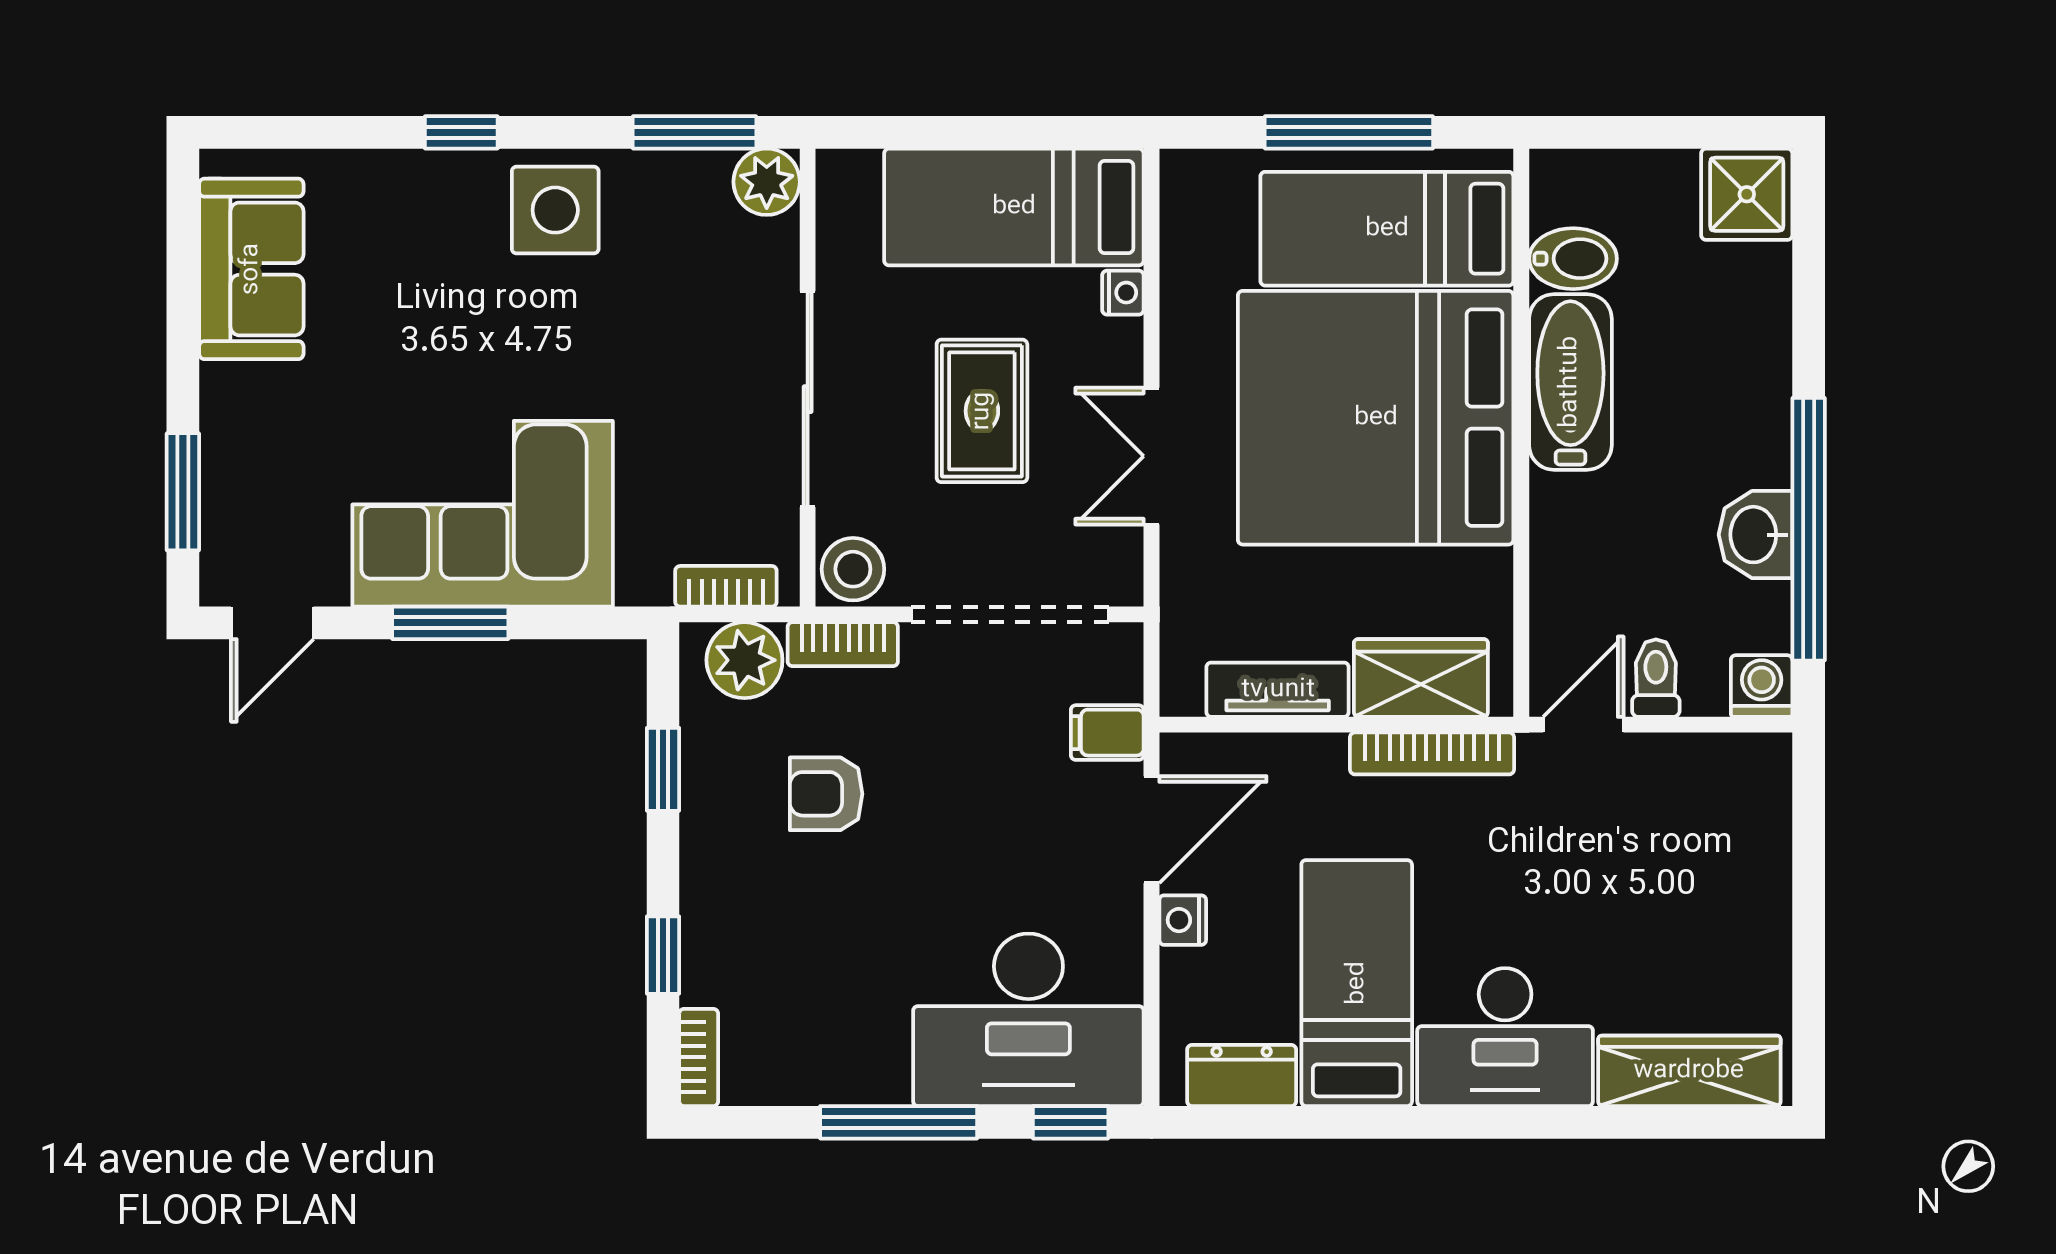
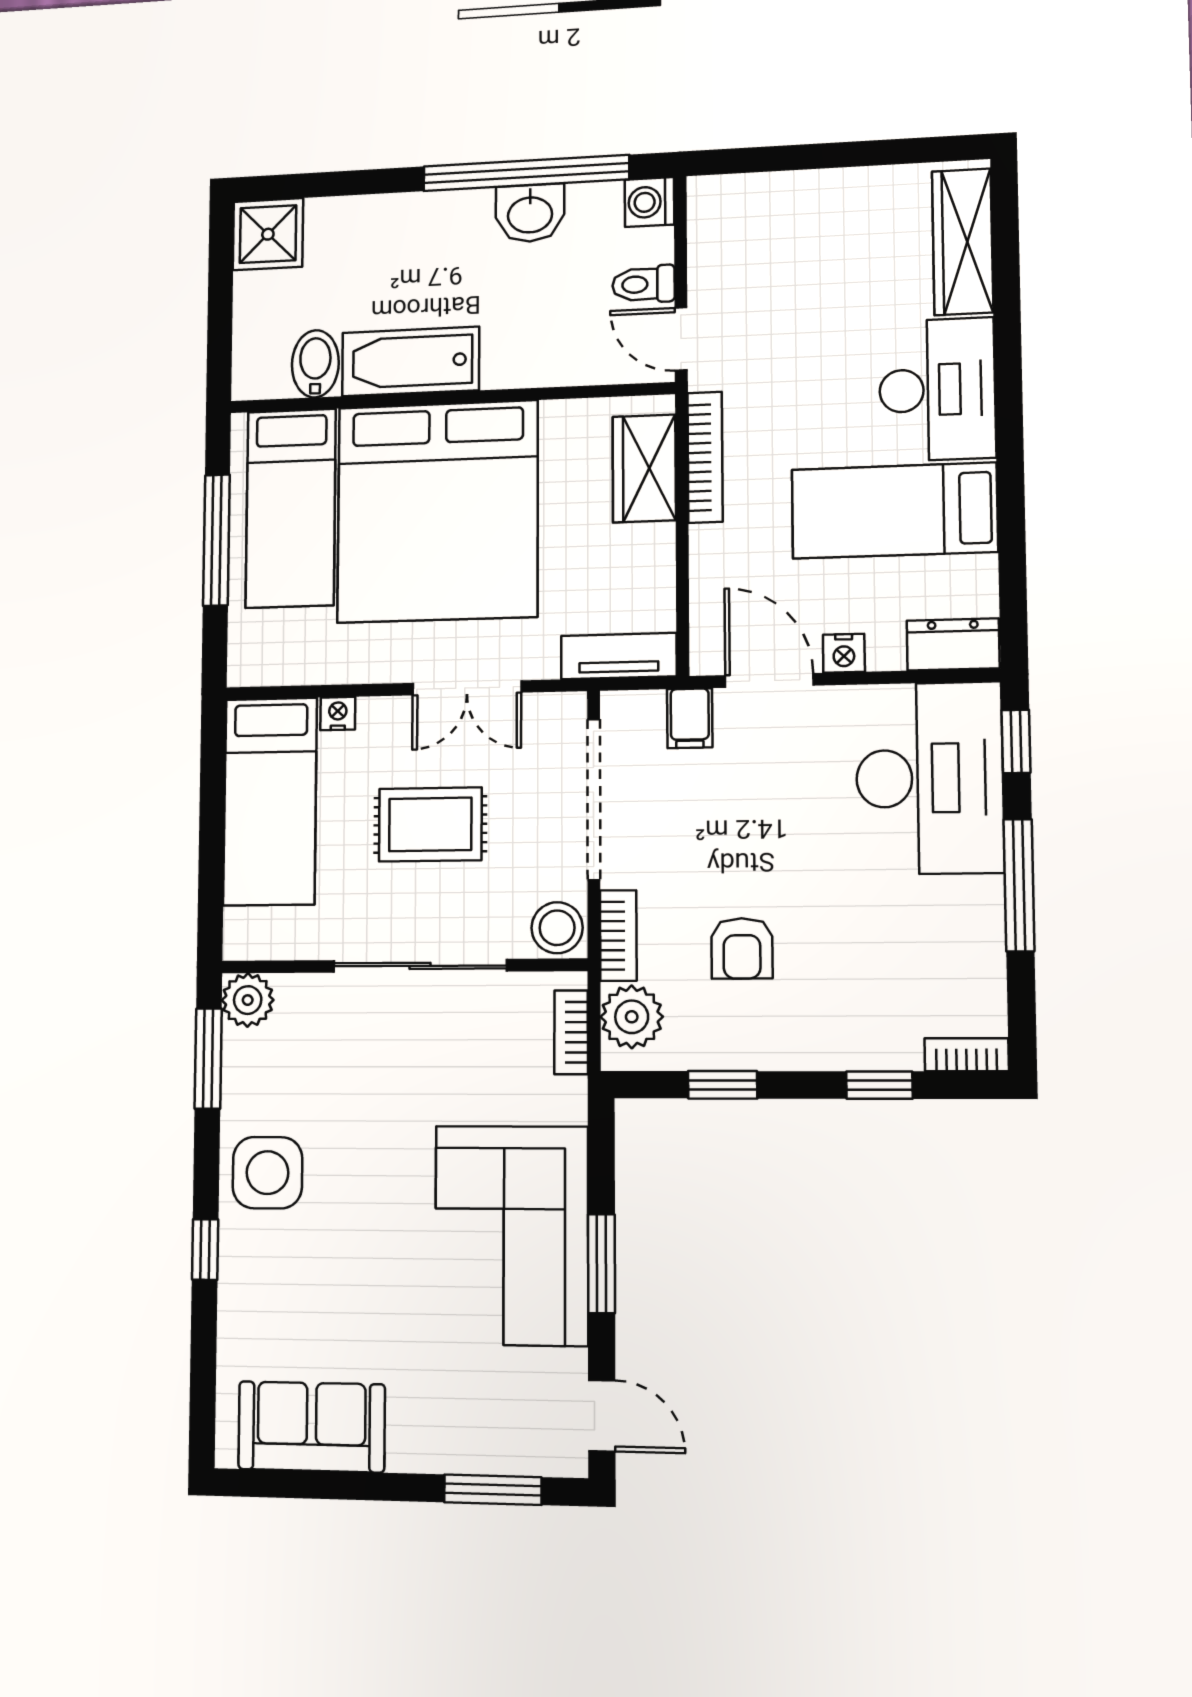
tv unit: (1278, 690) -> (619, 656), moved, turned 90
dresser: (1242, 1075) -> (953, 644), moved, turned 90

